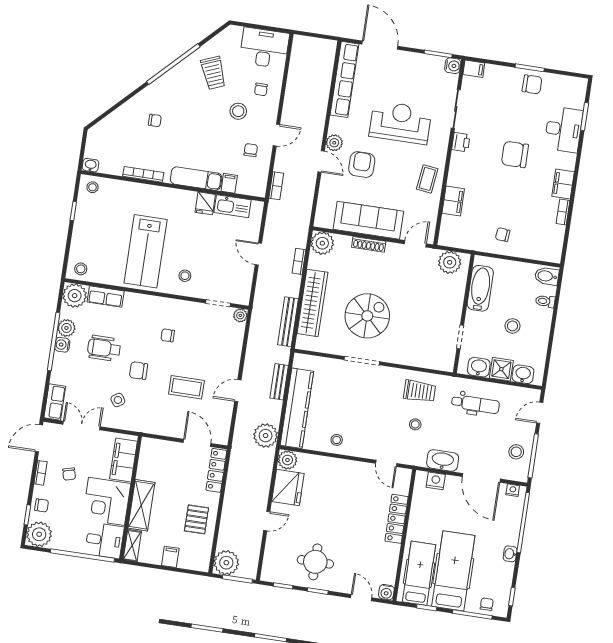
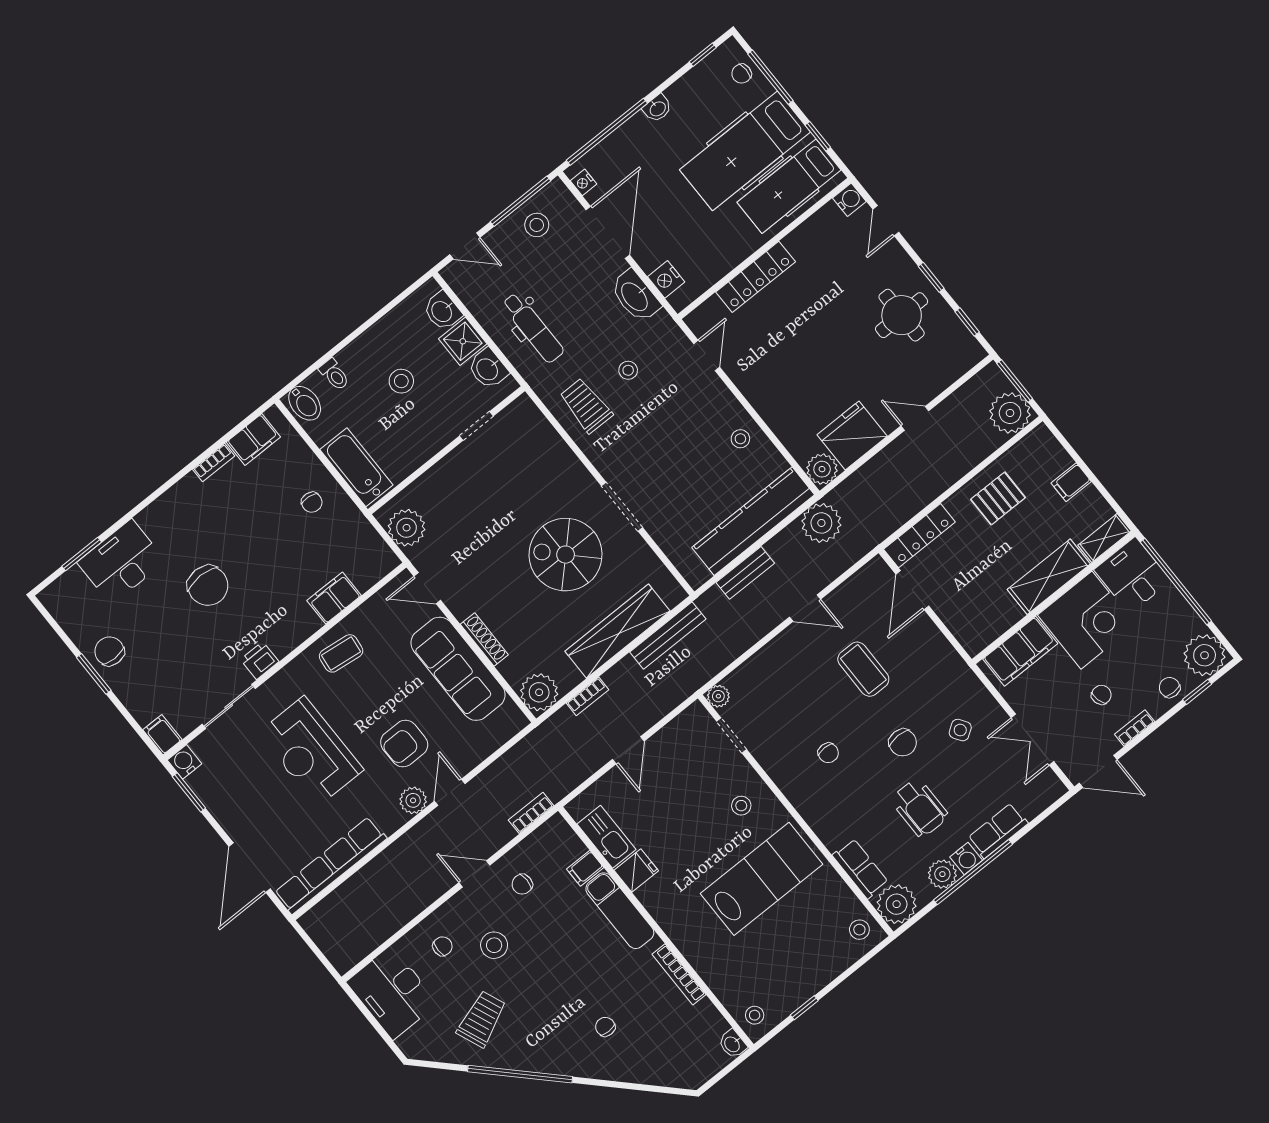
filing cabinet: (563, 184) -> (253, 439), moved
bathtub: (480, 288) -> (356, 467), moved, turned 90
row of seats: (55, 402) -> (998, 831), moved
dental chair: (475, 404) -> (533, 328), turned 180

